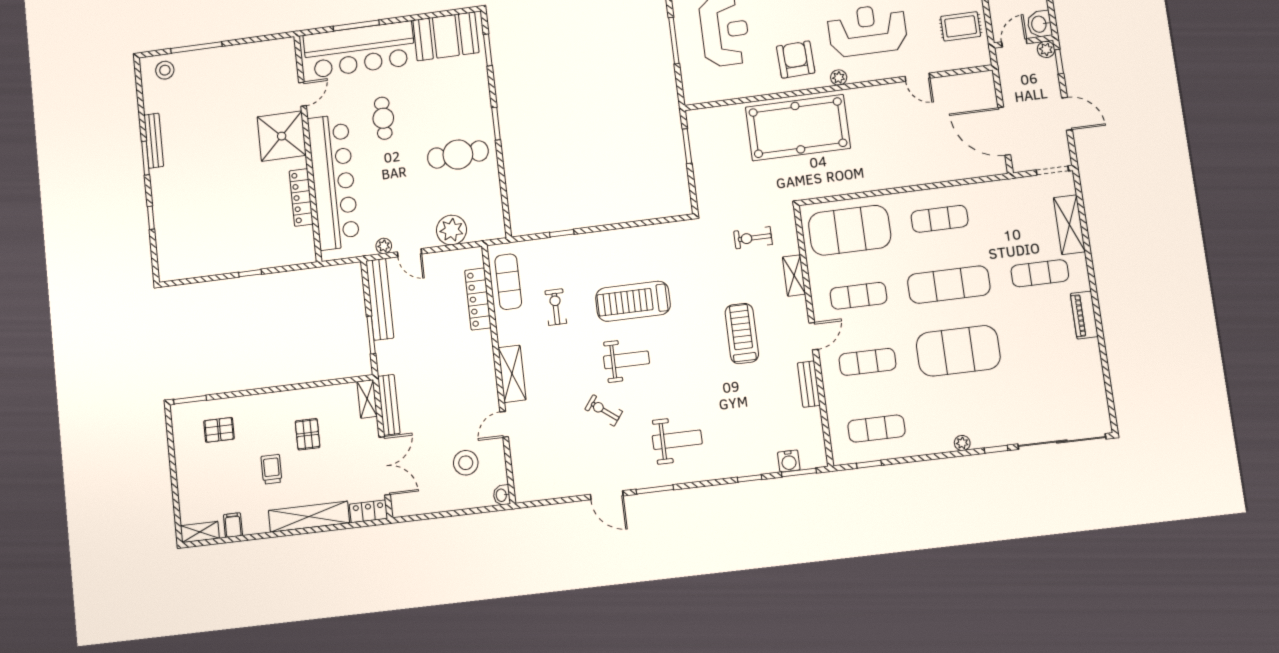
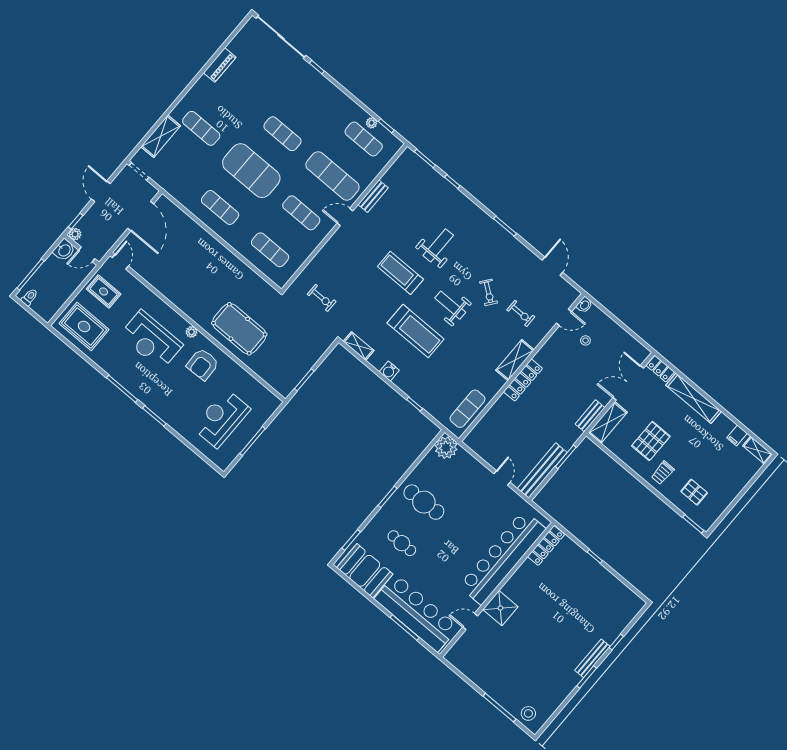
door: (917, 77) -> (120, 262), moved
cafe table: (383, 118) -> (402, 543), moved, turned 90
pool table: (798, 128) -> (239, 329), width x0.73, depth x0.76
shower: (282, 136) -> (500, 608), width x0.73, depth x0.73
bench: (154, 141) -> (593, 658), moved
locker: (301, 197) -> (546, 545), moved
plant: (452, 230) -> (446, 448), moved
exercise mat: (850, 230) -> (270, 250), width x0.50, depth x0.69
plant: (384, 246) -> (511, 496), removed
shelving: (794, 276) -> (359, 346), moved, turned 90
exercise mat: (949, 285) -> (251, 171), width x1.47
locker: (478, 299) -> (523, 380), moved
exercise bike: (556, 307) -> (521, 313), moved, turned -90
piano: (1084, 315) -> (220, 65), moved
treadmill: (742, 333) -> (400, 273), moved, turned 90
exercise mat: (958, 351) -> (282, 134), width x0.50, depth x0.69
exercise mat: (867, 362) -> (332, 176), width x1.36, depth x1.45
shelving: (367, 399) -> (608, 422), width x1.50, depth x1.33
bench: (389, 405) -> (590, 416), width x0.73
door: (504, 424) -> (564, 317), moved
pallet: (308, 434) -> (651, 441), width x1.50, depth x1.42
weight bench: (677, 440) -> (438, 245), moved, turned 90
plant: (962, 443) -> (372, 123), moved
water cooler: (789, 461) -> (389, 371), moved, turned 180
stool: (466, 463) -> (585, 340), width x0.53, depth x0.53
trolley: (272, 469) -> (663, 473), moved
door: (607, 495) -> (552, 266), moved

